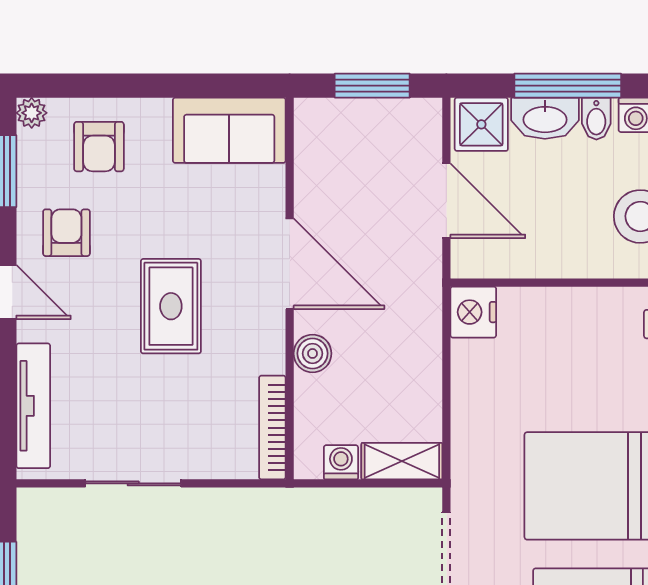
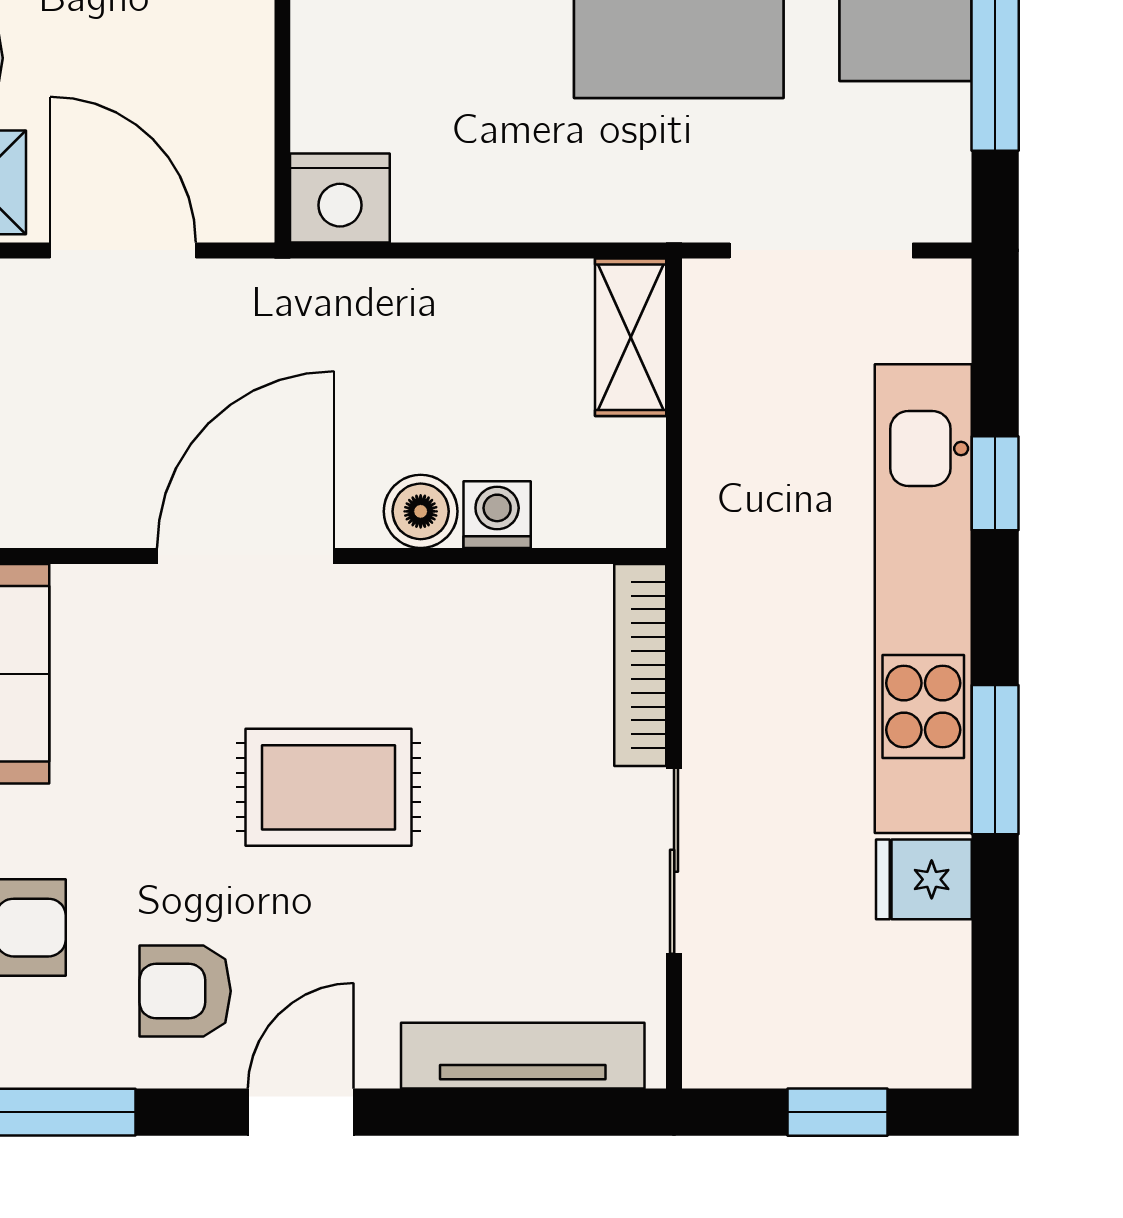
door: (446, 201) -> (123, 250), hinge flipped
bookcase: (272, 428) -> (640, 665), moved, turned 90
washing machine: (341, 462) -> (497, 515), moved, turned 90

